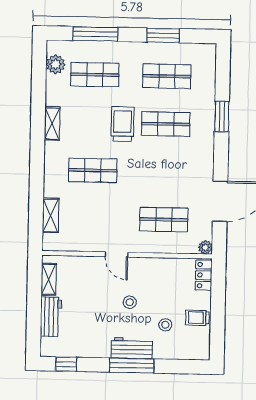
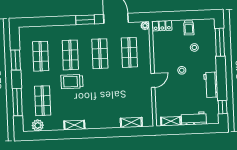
window: (222, 117) -> (85, 20), moved
shop shelf: (93, 170) -> (100, 54), moved
workbench: (132, 348) -> (211, 85), moved
window: (132, 366) -> (220, 42), moved

